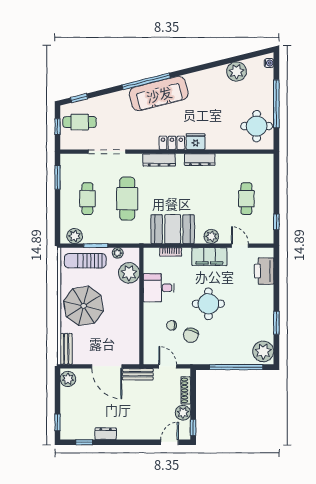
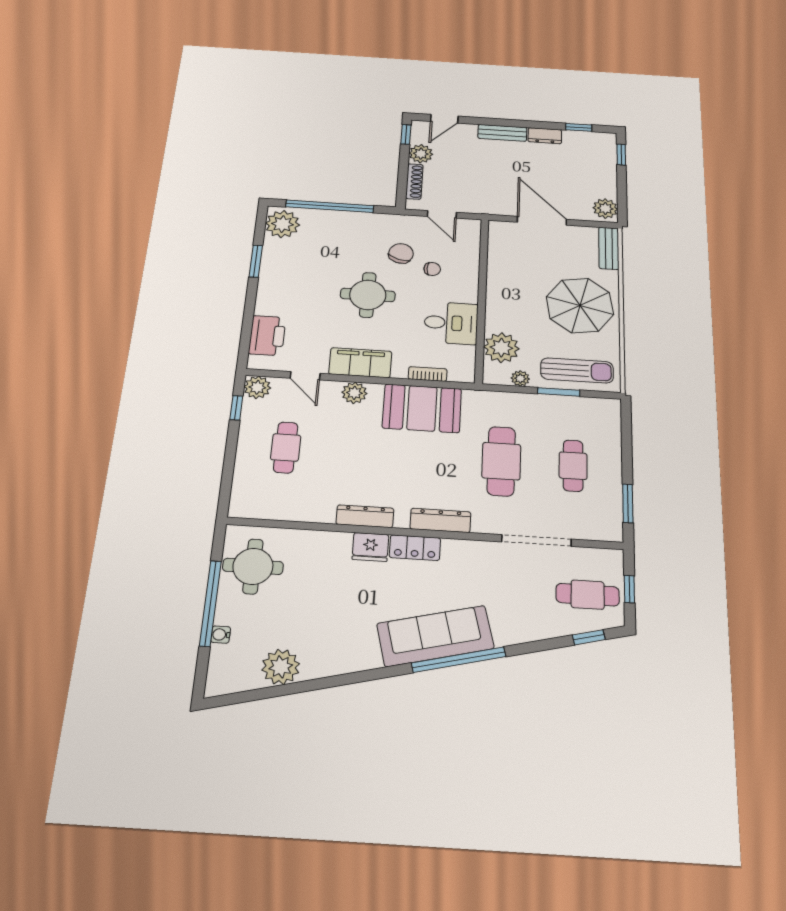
water cooler: (269, 63) -> (221, 635), moved
plant: (75, 236) -> (257, 387), moved
bench: (138, 374) -> (502, 133), moved

